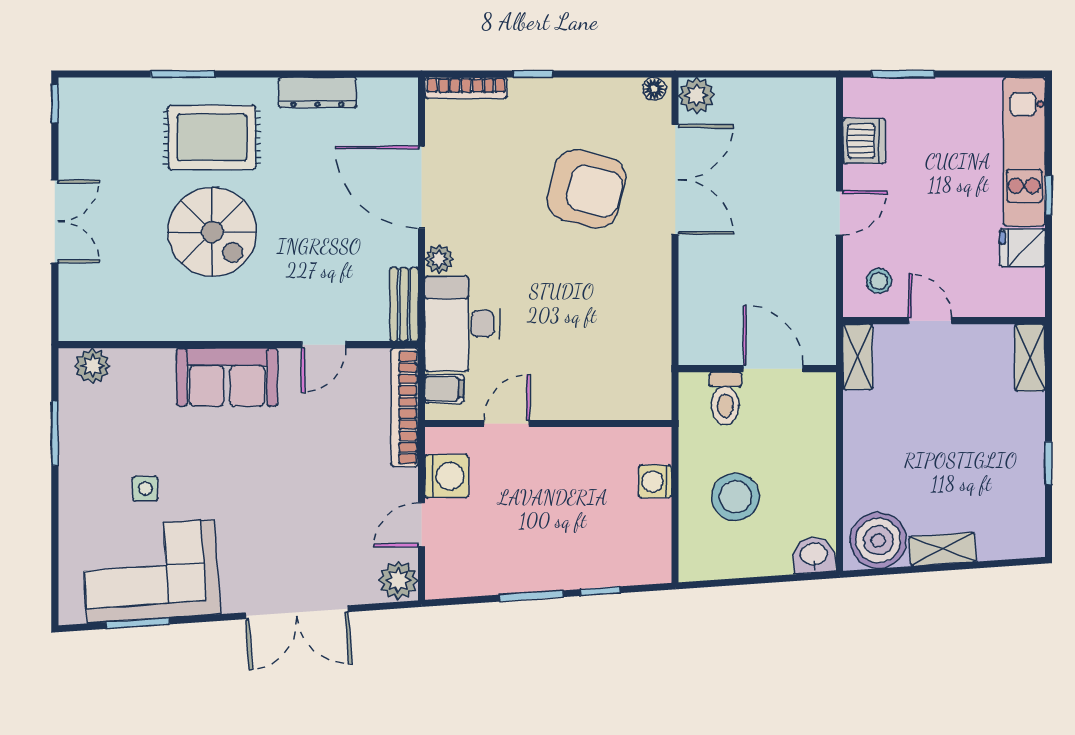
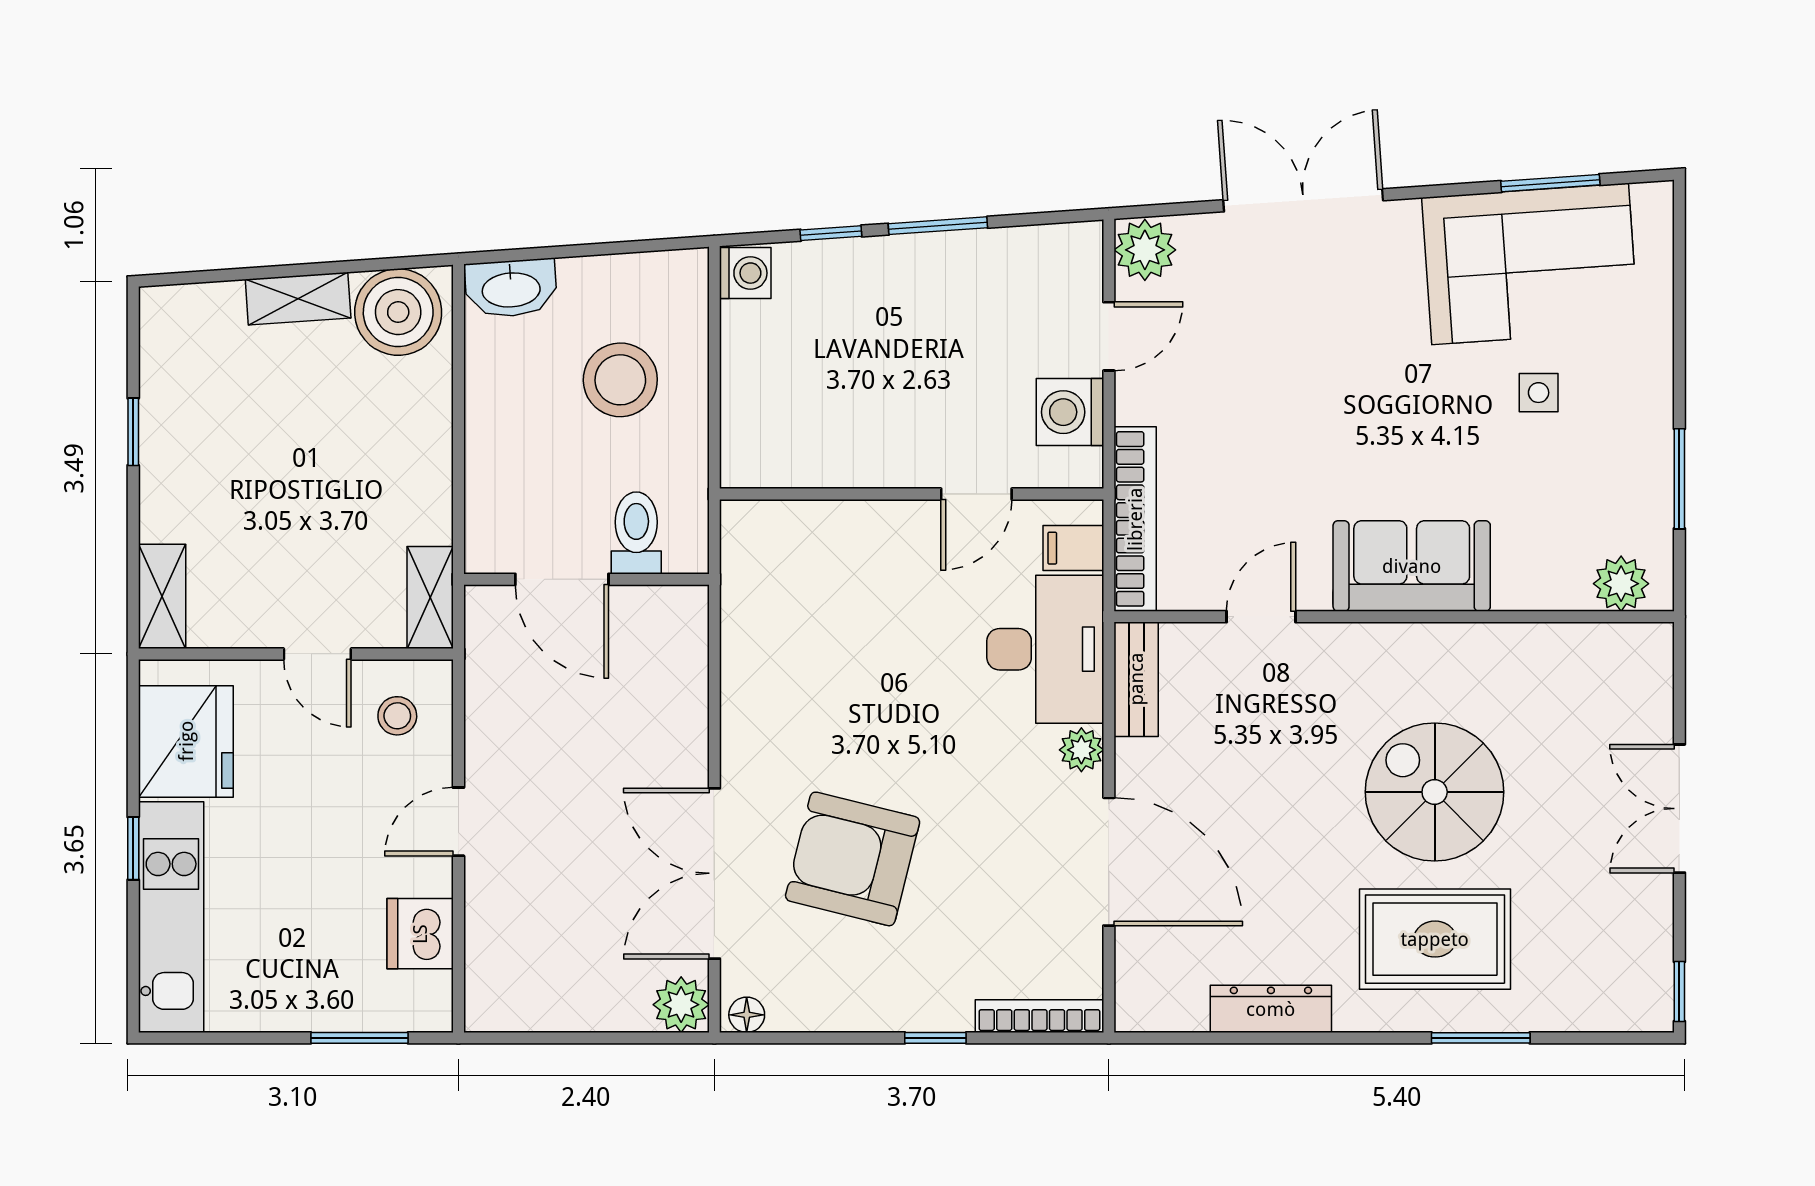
fridge: (1022, 248) -> (186, 741), width x1.88, depth x1.34
washing machine: (655, 481) -> (745, 273), moved
washbasin: (814, 555) -> (511, 288), width x1.38

